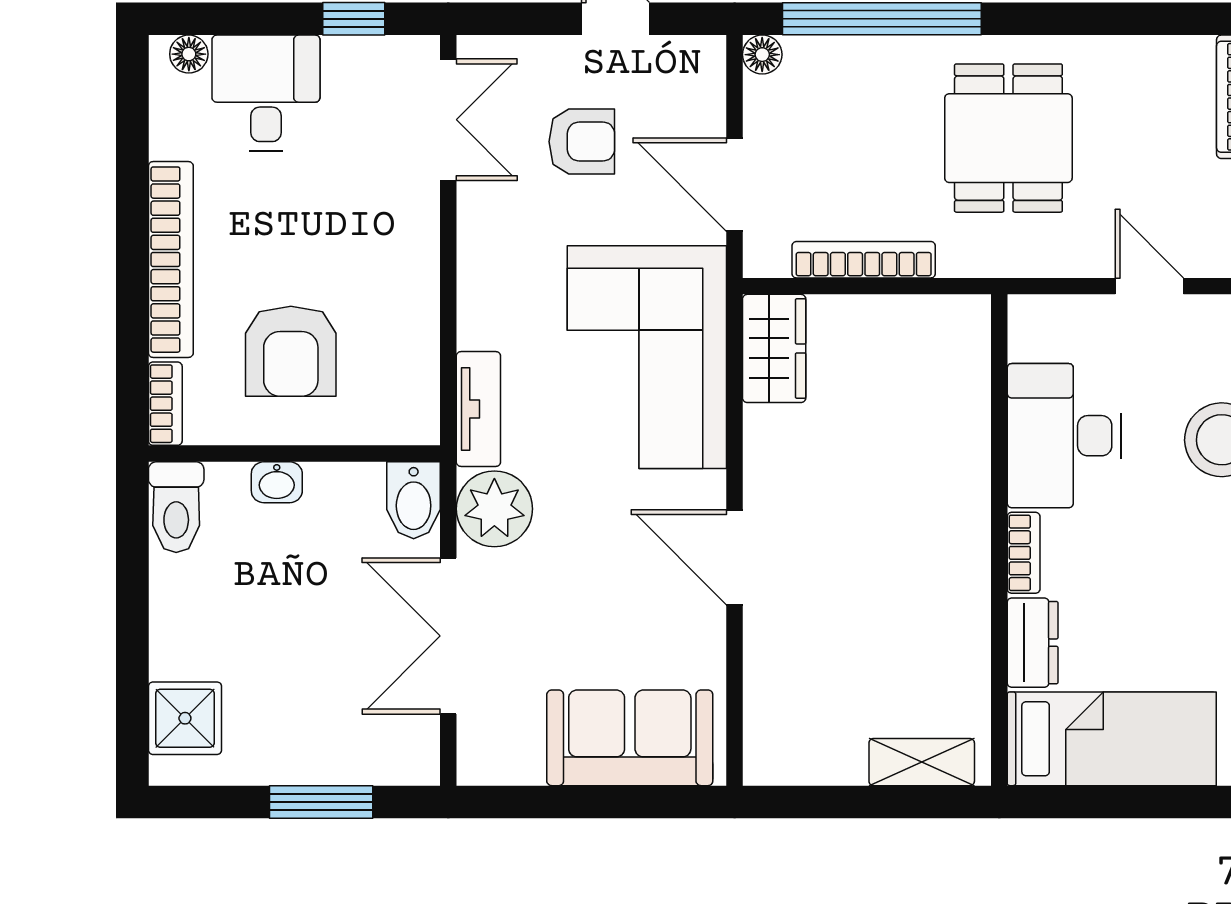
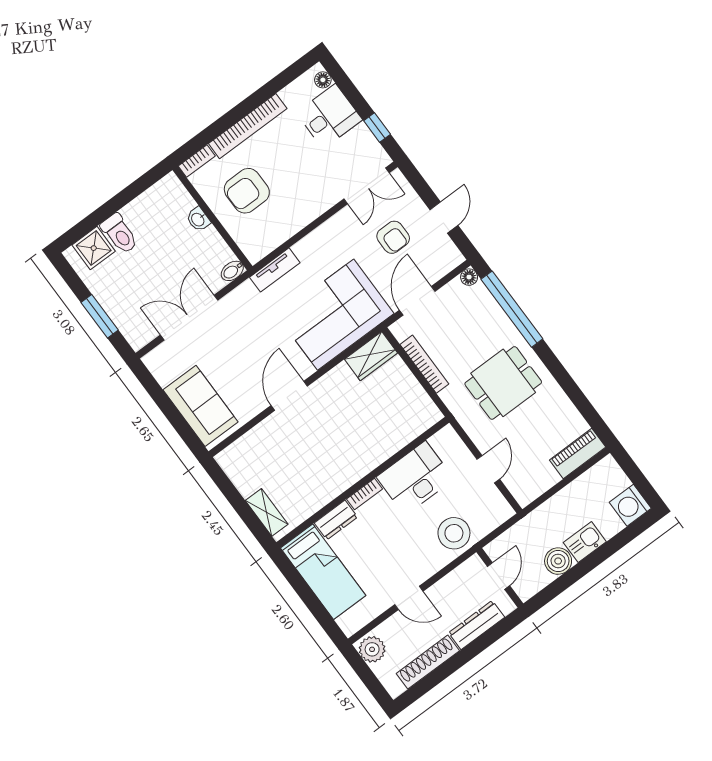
bidet: (414, 500) -> (232, 271), width x0.72, depth x0.74
toilet: (176, 507) -> (119, 234), moved, turned -90
plant: (494, 509) -> (245, 301), removed

